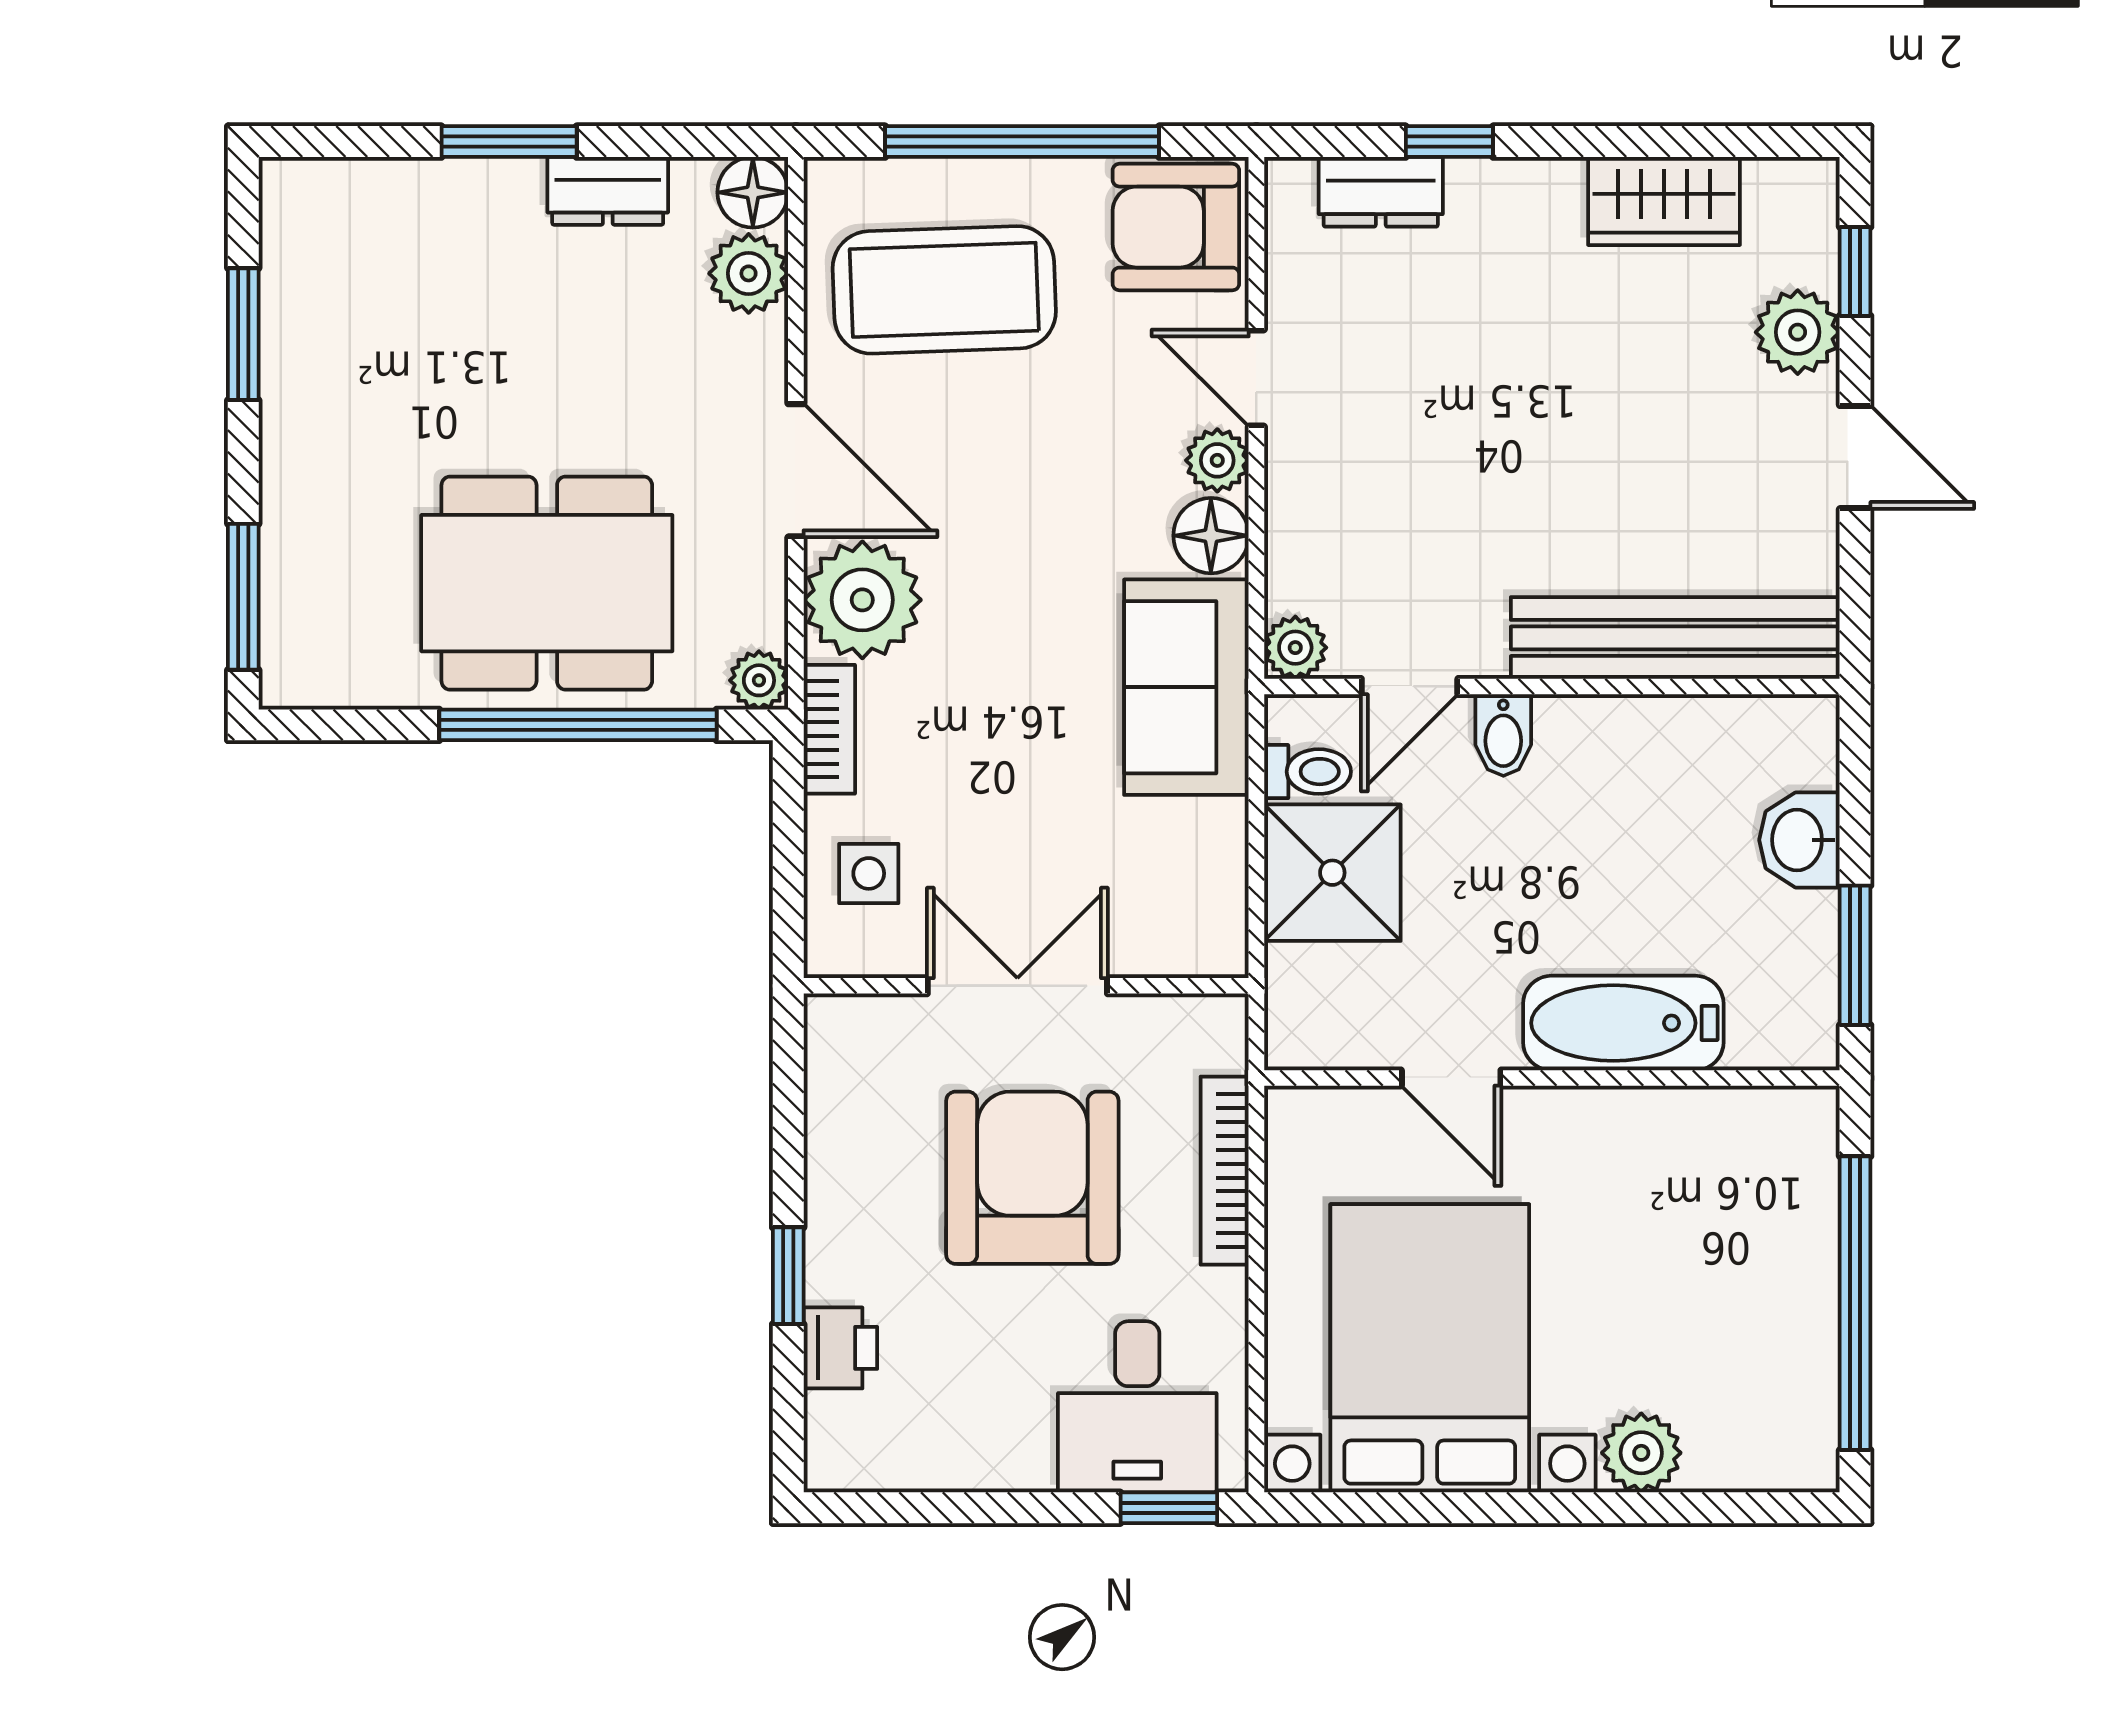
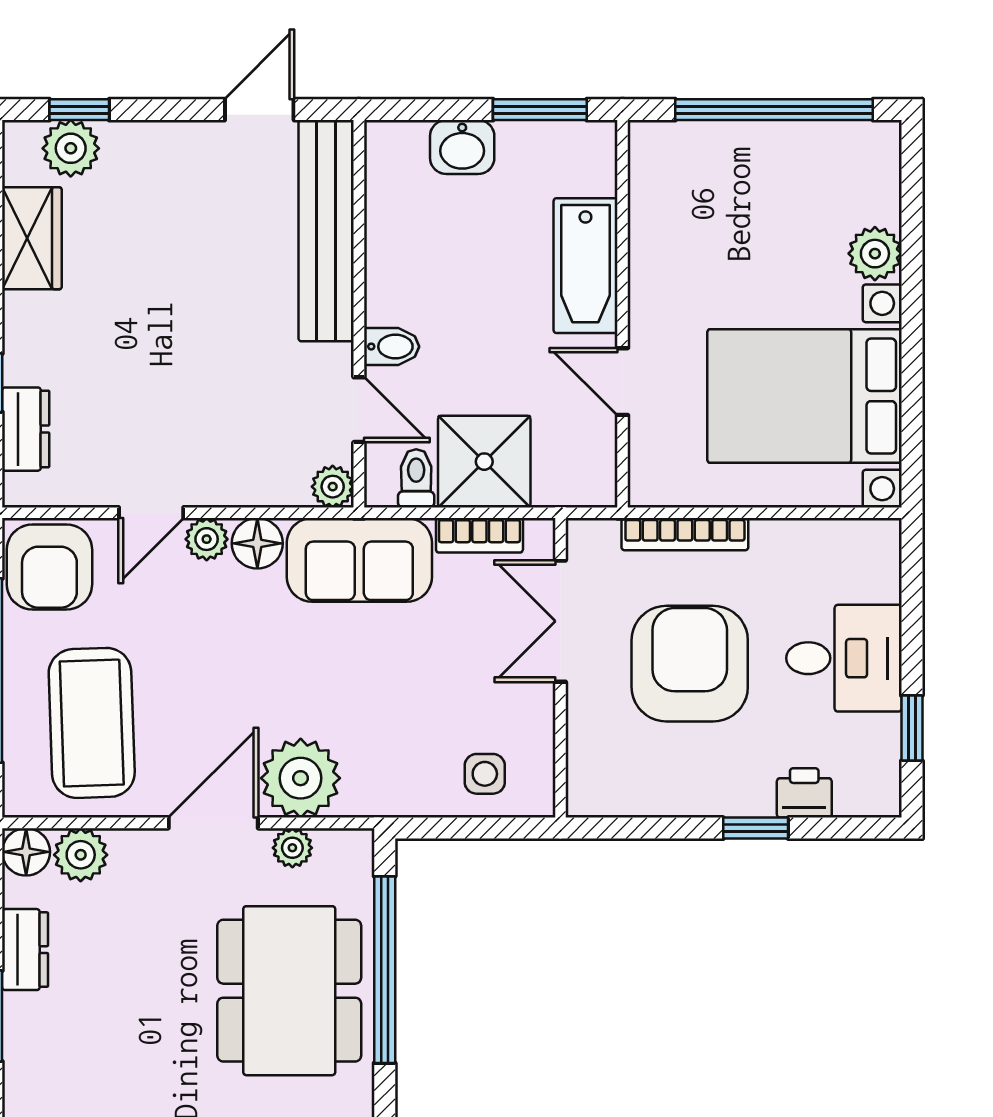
plant: (1798, 332) -> (71, 148), moved
door: (1855, 457) -> (259, 110), moved
plant: (759, 680) -> (292, 848), moved
bookcase: (829, 729) -> (479, 535), moved, turned 180
double door: (1017, 986) -> (560, 621), moved
door: (1451, 1078) -> (622, 382), swing flipped
armchair: (1032, 1178) -> (690, 664), turned 90
desk: (1137, 1407) -> (844, 658), moved
window: (1169, 1508) -> (912, 728), moved

